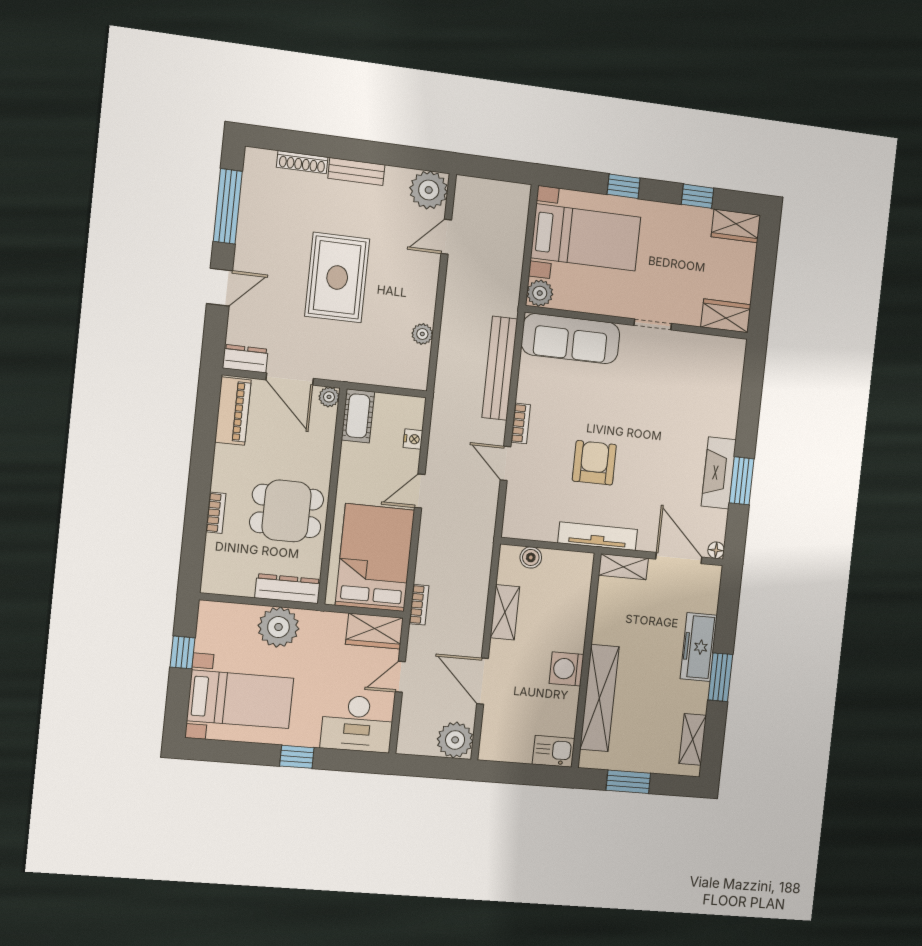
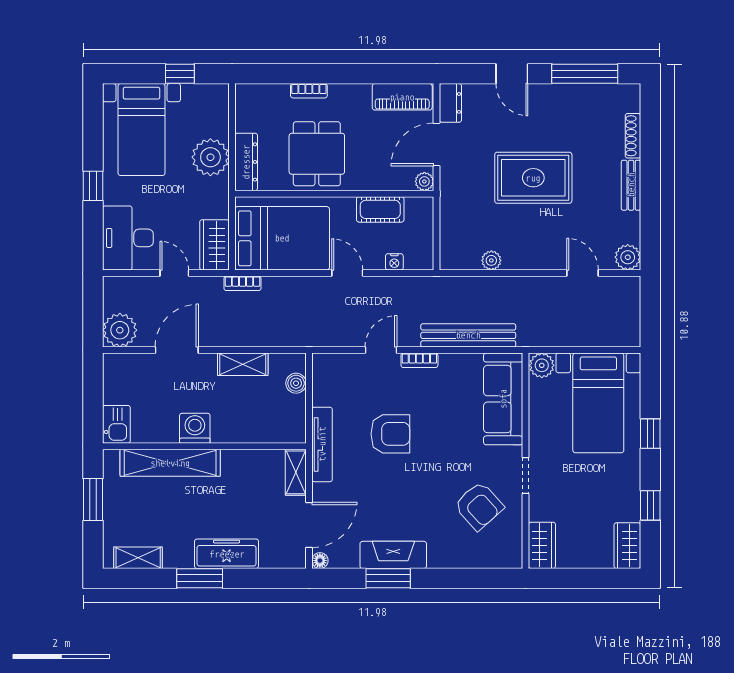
plant: (429, 190) -> (628, 257), width x0.73, depth x0.73
armchair: (679, 377) -> (479, 506), added
cot: (358, 416) -> (380, 209), moved

